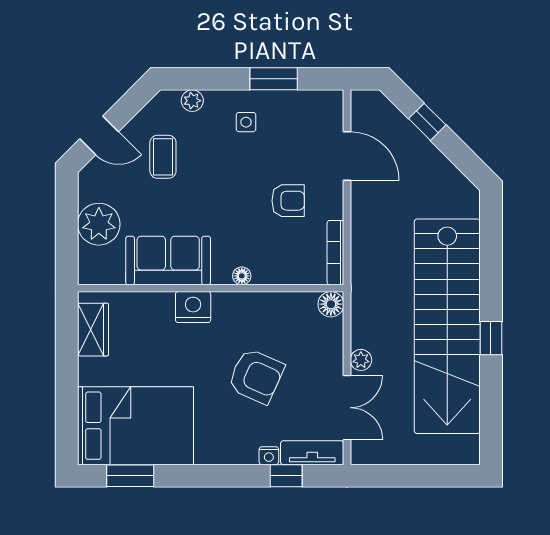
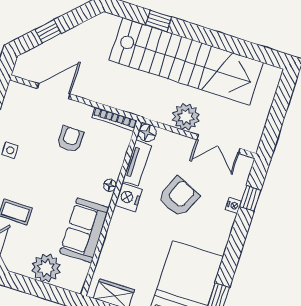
nightstand: (193, 307) -> (129, 197), moved
window: (491, 338) -> (159, 21), moved
plant: (361, 360) -> (186, 117), width x1.87, depth x1.87
double door: (347, 408) -> (218, 144), swing flipped
tv unit: (312, 453) -> (137, 163), moved, turned 180

